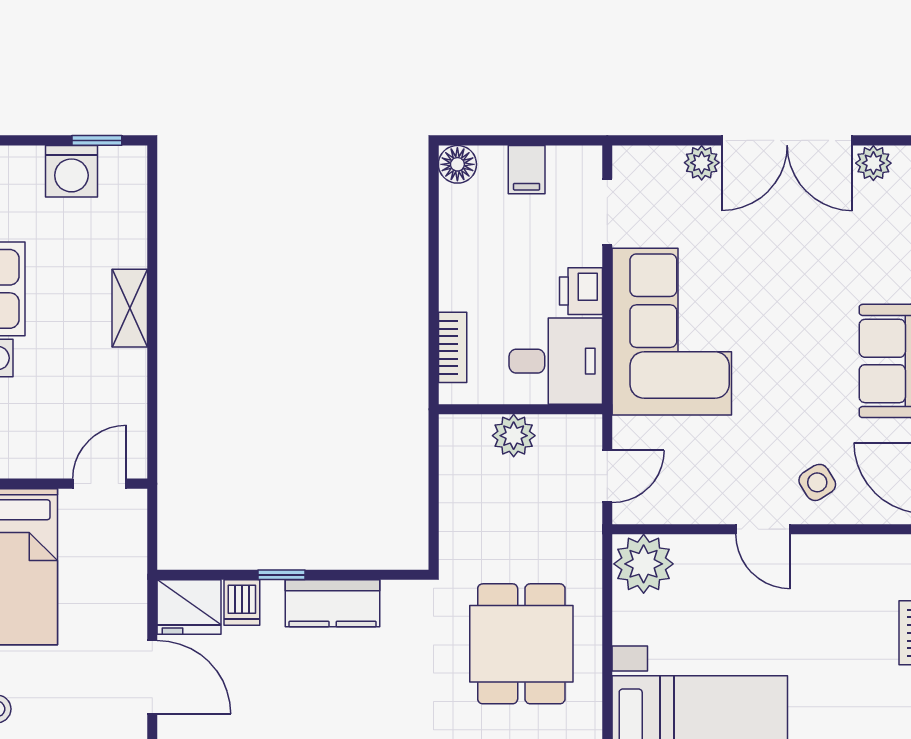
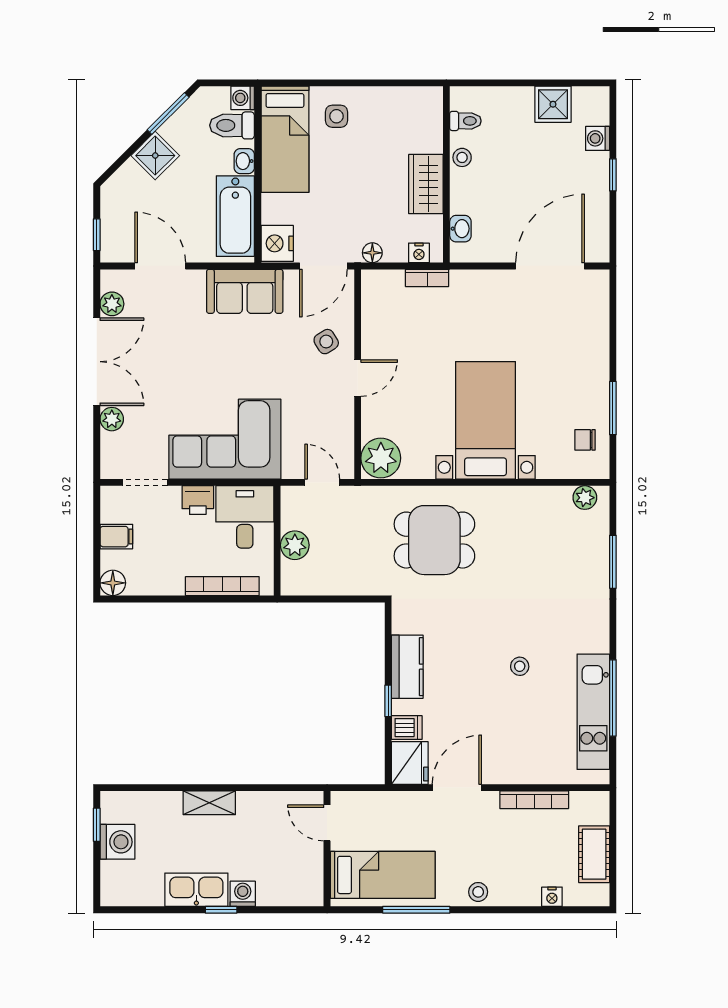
bookcase: (453, 347) -> (222, 586), width x1.56

